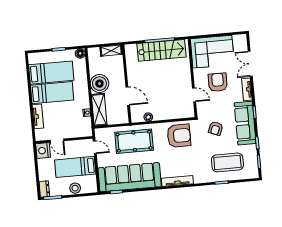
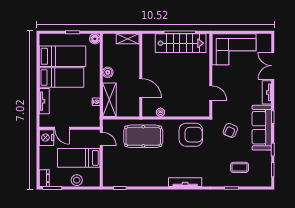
armchair: (218, 82) -> (237, 82), removed
boiler: (99, 84) -> (108, 72), width x0.54, depth x0.54
coffee table: (227, 162) -> (240, 167), width x0.54, depth x0.58
sofa: (130, 177) -> (135, 174), removed

